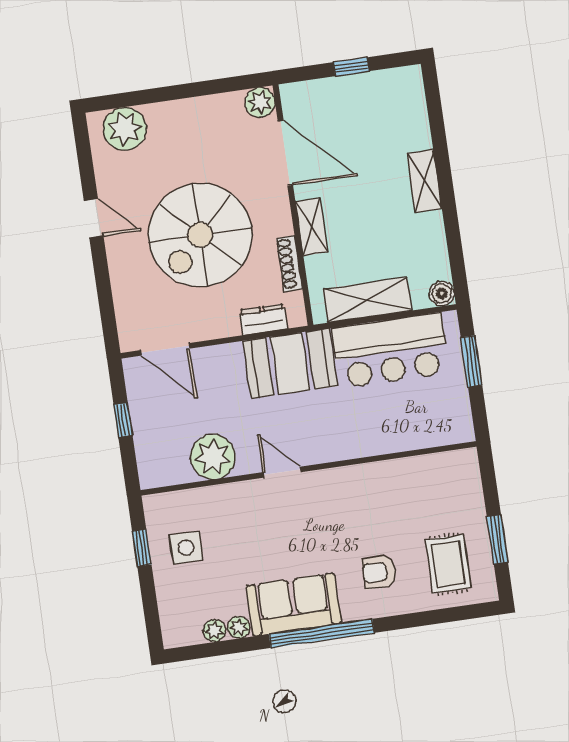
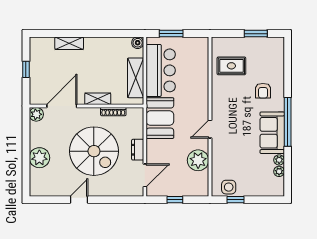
plant: (125, 129) -> (39, 158), moved
shelving: (424, 181) -> (69, 43), moved
dresser: (263, 320) -> (138, 150), moved
side table: (186, 548) -> (229, 187), moved
rug: (448, 564) -> (231, 66), moved

